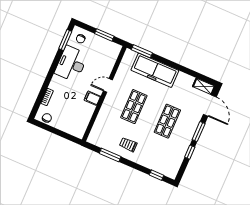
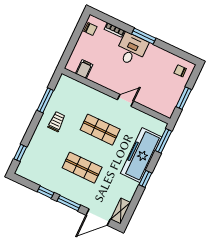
window: (65, 40) -> (144, 36), moved
desk: (71, 64) -> (131, 49), moved, width x0.73
window: (175, 66) -> (145, 179), added
door: (108, 85) -> (125, 100), hinge flipped
filing cabinet: (92, 98) -> (84, 69), moved

